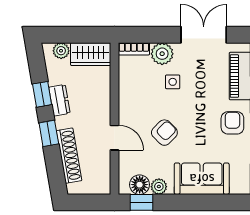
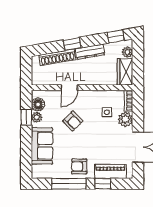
side table: (173, 82) -> (107, 112), moved
window: (42, 94) -> (116, 36), moved
dresser: (59, 100) -> (90, 52), width x1.44
armchair: (232, 123) -> (79, 166), turned 180
window: (142, 202) -> (26, 117), moved

